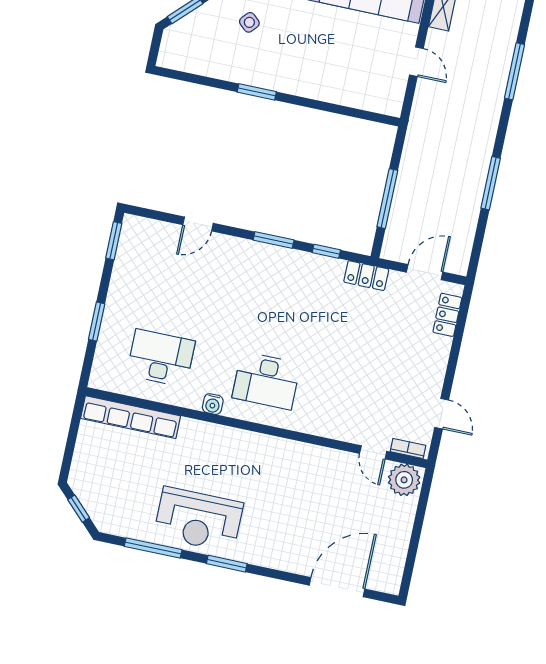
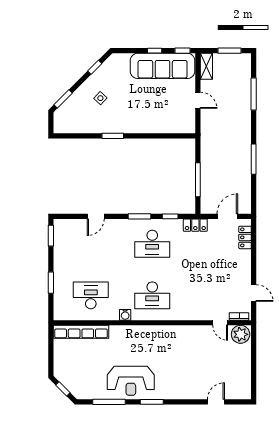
desk: (285, 292) -> (152, 244), added
door: (337, 587) -> (216, 402), width x0.53

